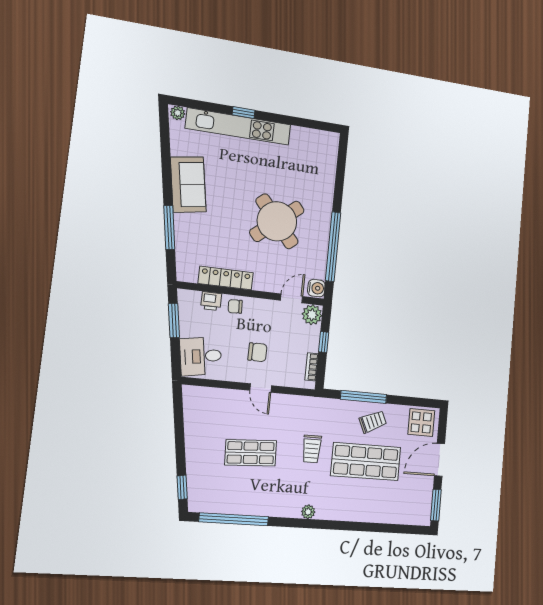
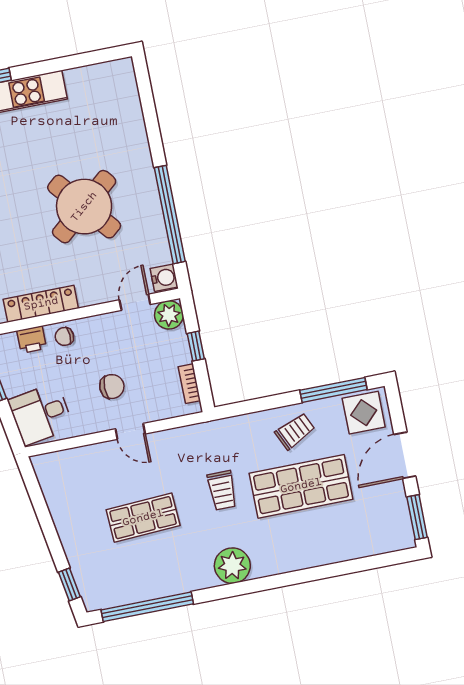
window: (364, 397) -> (333, 390), moved
plant: (308, 512) -> (232, 566), width x1.87, depth x1.87

